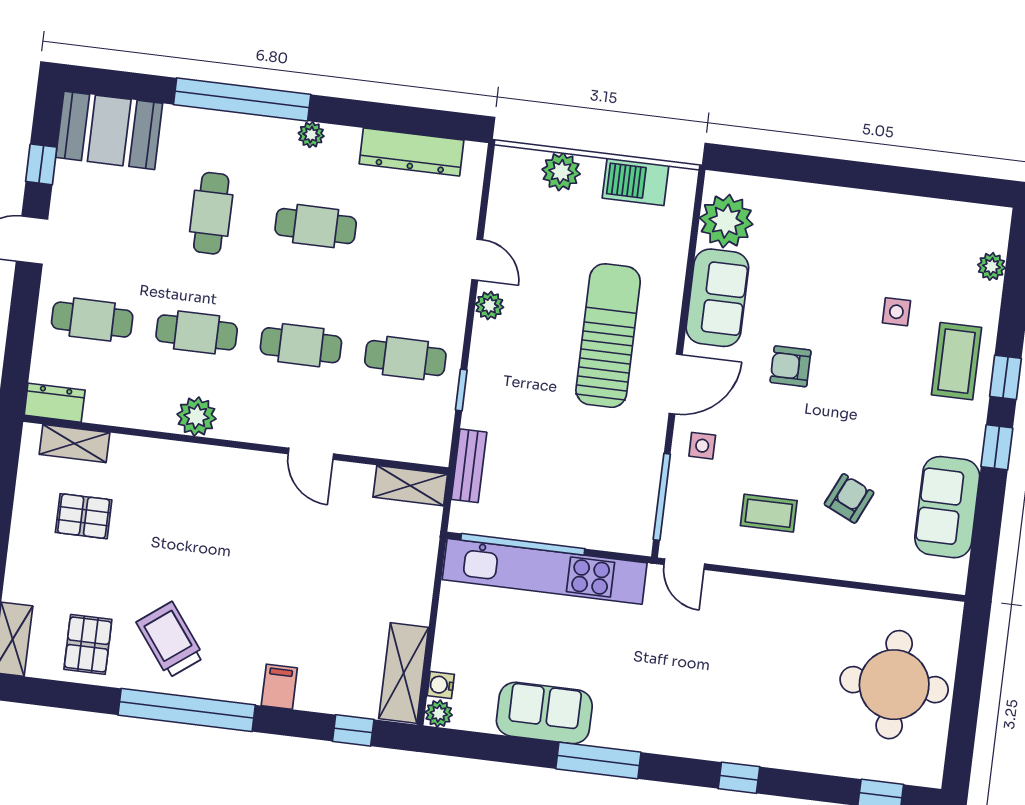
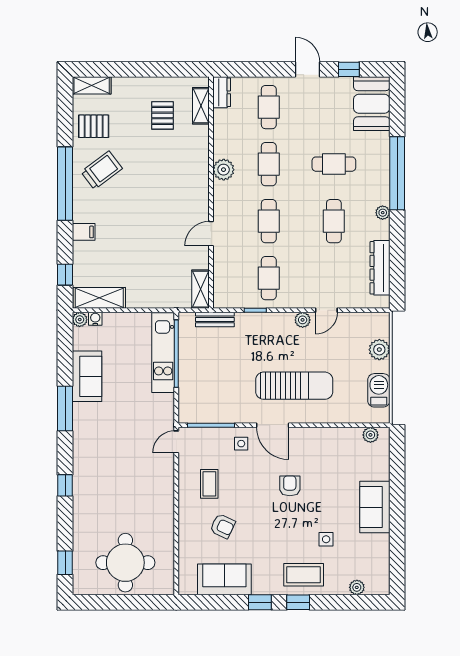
plant: (726, 221) -> (370, 435), width x0.53, depth x0.53
sofa: (717, 298) -> (375, 507), moved, turned 90
kitchen unit: (545, 571) -> (163, 353), width x0.73

